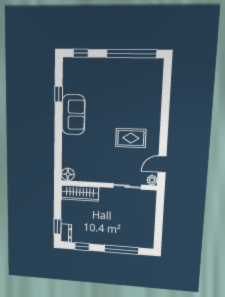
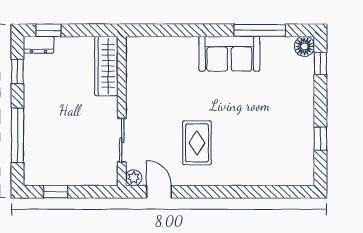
window: (131, 54) -> (320, 139), width x0.32
window: (59, 94) -> (260, 30), width x2.17
floor lamp: (68, 174) -> (304, 46), moved
window: (158, 229) -> (56, 192), added

